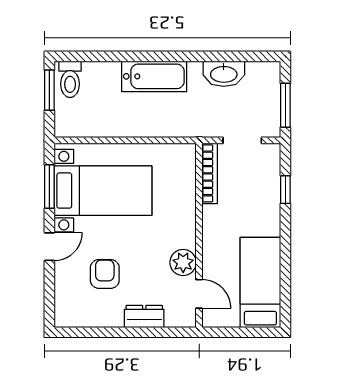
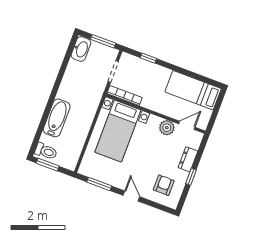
washbasin: (224, 74) -> (81, 49), moved
bathtub: (154, 76) -> (57, 118), moved
bed with nightstands: (103, 191) -> (118, 131), moved, turned 180
armchair: (105, 274) -> (164, 185), moved, turned 90
window: (118, 332) -> (191, 177), added

